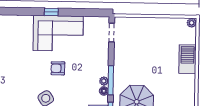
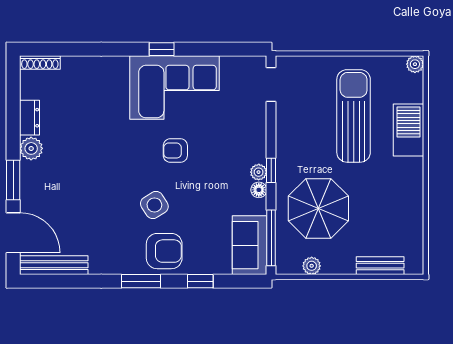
sun lounger: (157, 51) -> (354, 116), added
window: (111, 80) -> (271, 170), width x0.46

